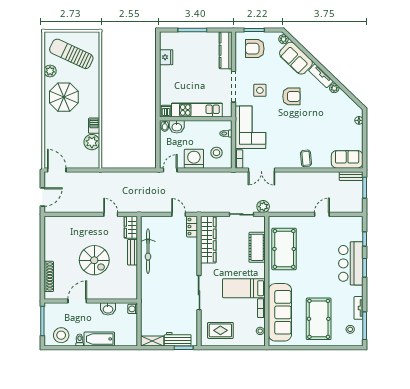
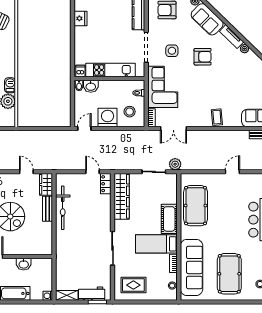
cot: (257, 247) -> (169, 219), moved
washing machine: (133, 309) -> (48, 296), moved

